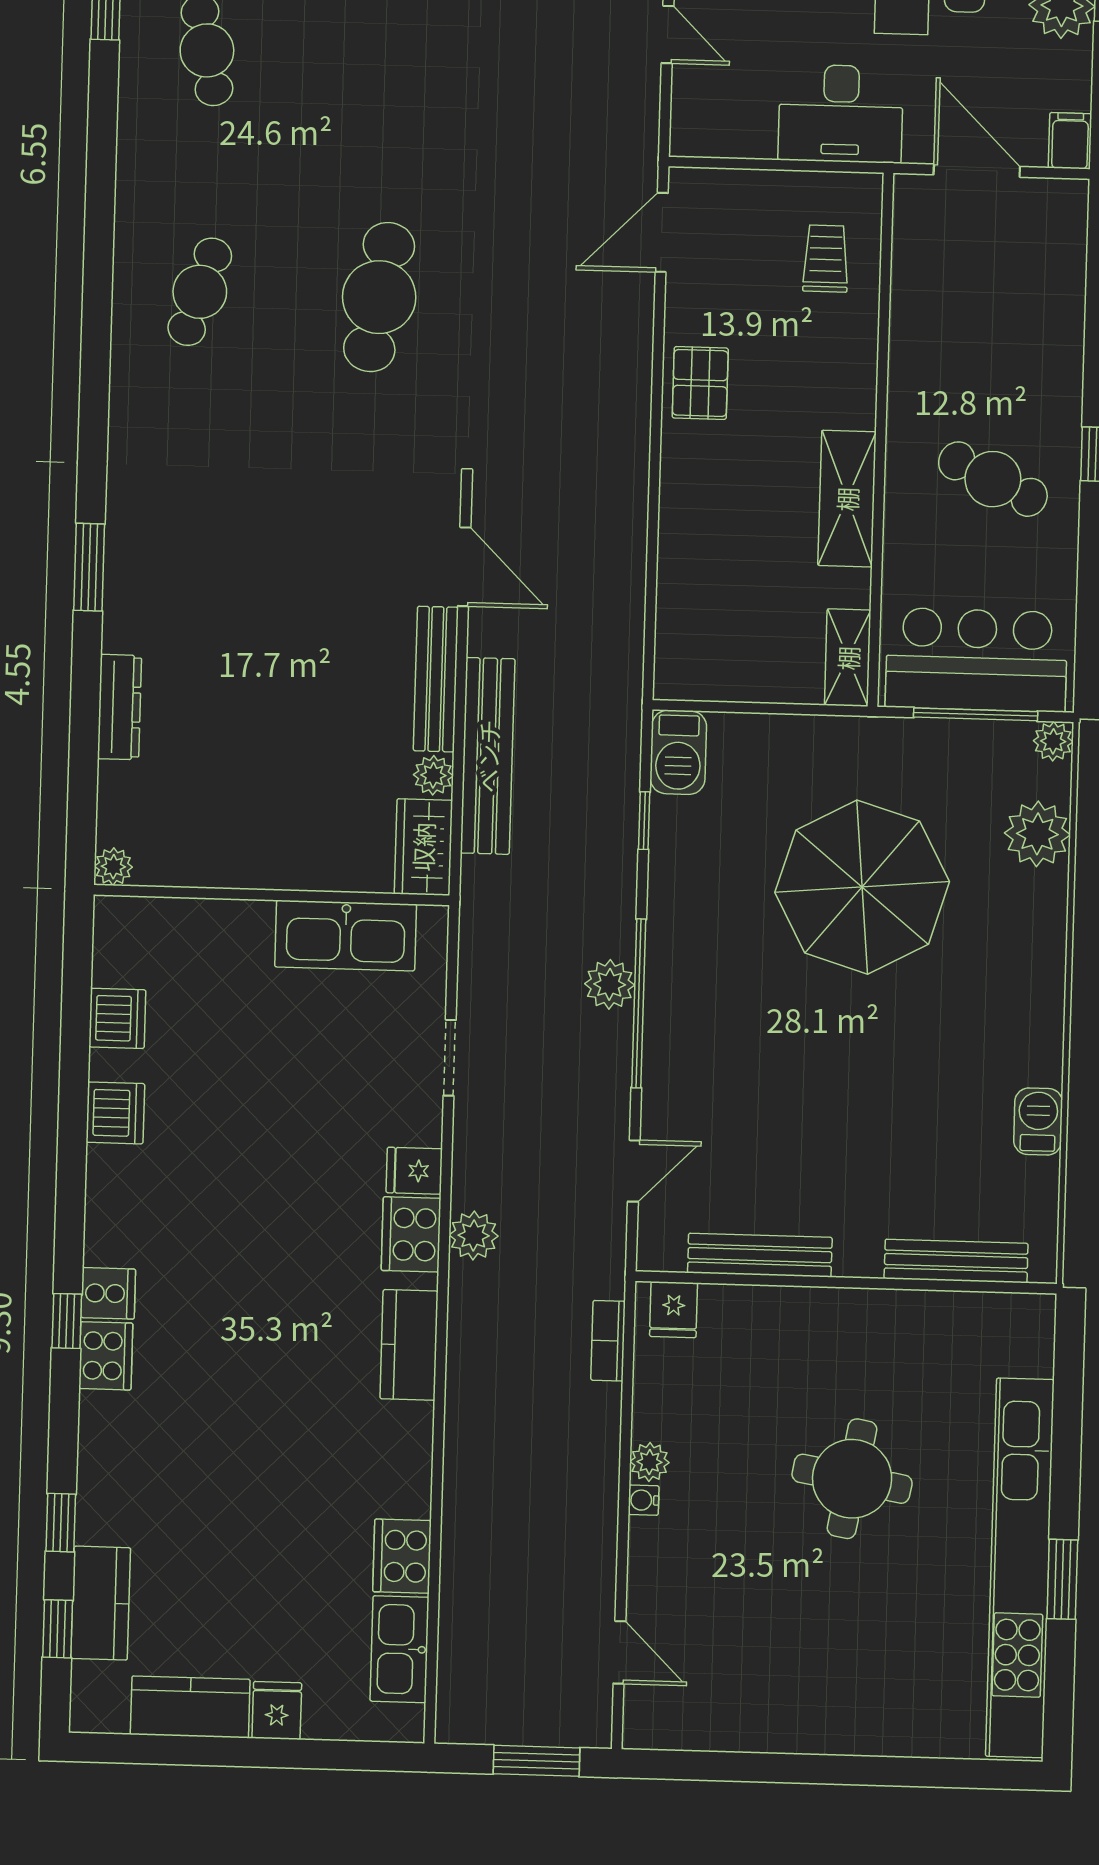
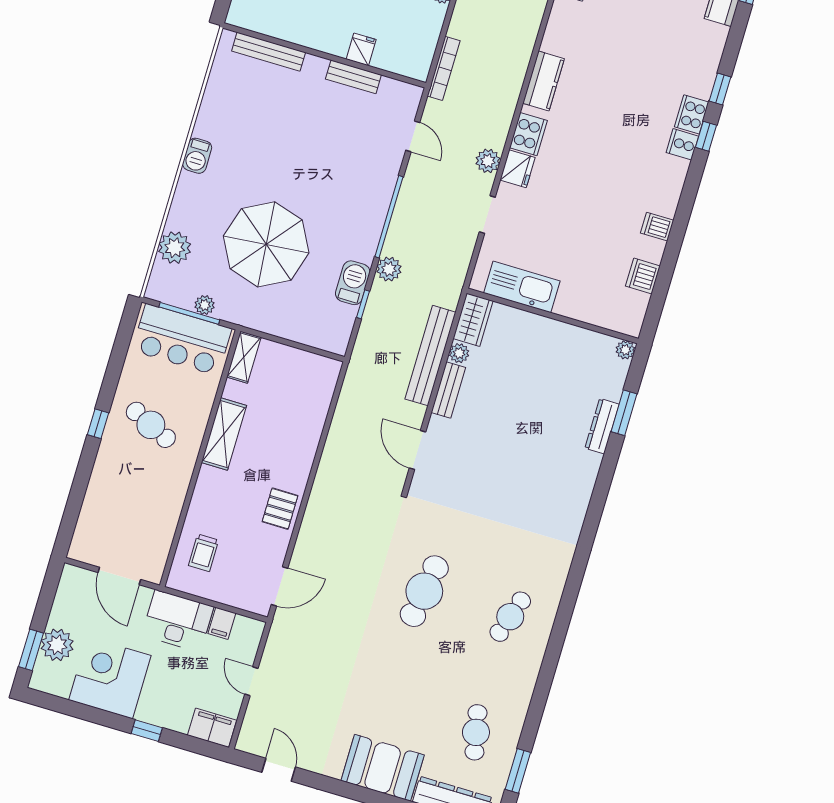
filing cabinet: (1070, 141) -> (222, 623), moved
window: (89, 567) -> (624, 413), moved
bench: (436, 679) -> (448, 390), width x0.73
plant: (1053, 741) -> (205, 305), moved
barbecue: (678, 752) -> (353, 283), moved
plant: (610, 984) -> (389, 269), moved
dishwasher: (115, 1113) -> (657, 227), width x0.73
barbecue: (1038, 1122) -> (197, 156), moved
fridge: (414, 1171) -> (518, 169), width x1.38
door: (634, 1171) -> (413, 136), swing flipped
plant: (474, 1236) -> (488, 161), moved
bench: (760, 1255) -> (353, 77), width x0.73
fridge: (674, 1310) -> (361, 49), moved
bookcase: (608, 1341) -> (444, 68), width x1.56
window: (61, 1523) -> (720, 89), moved

